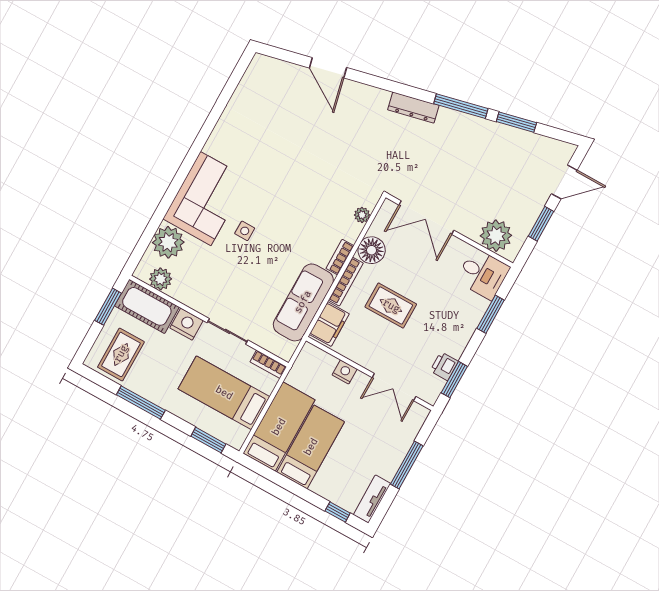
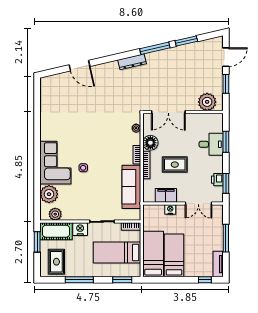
desk: (483, 274) -> (211, 144), moved
filing cabinet: (329, 324) -> (166, 195), moved, turned -90

